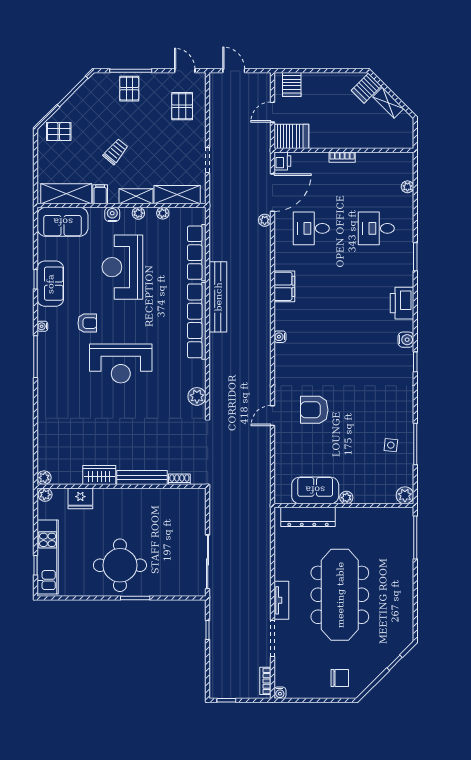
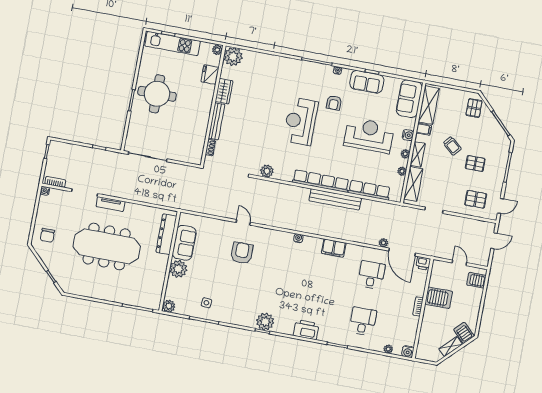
pallet: (129, 89) -> (475, 163), moved
server rack: (291, 136) -> (439, 298), moved, turned -90
water cooler: (406, 340) -> (408, 352), moved
plant: (401, 361) -> (265, 322), added
plant: (44, 478) -> (233, 57), width x1.87, depth x1.87
plant: (346, 498) -> (178, 269), width x1.87, depth x1.87

